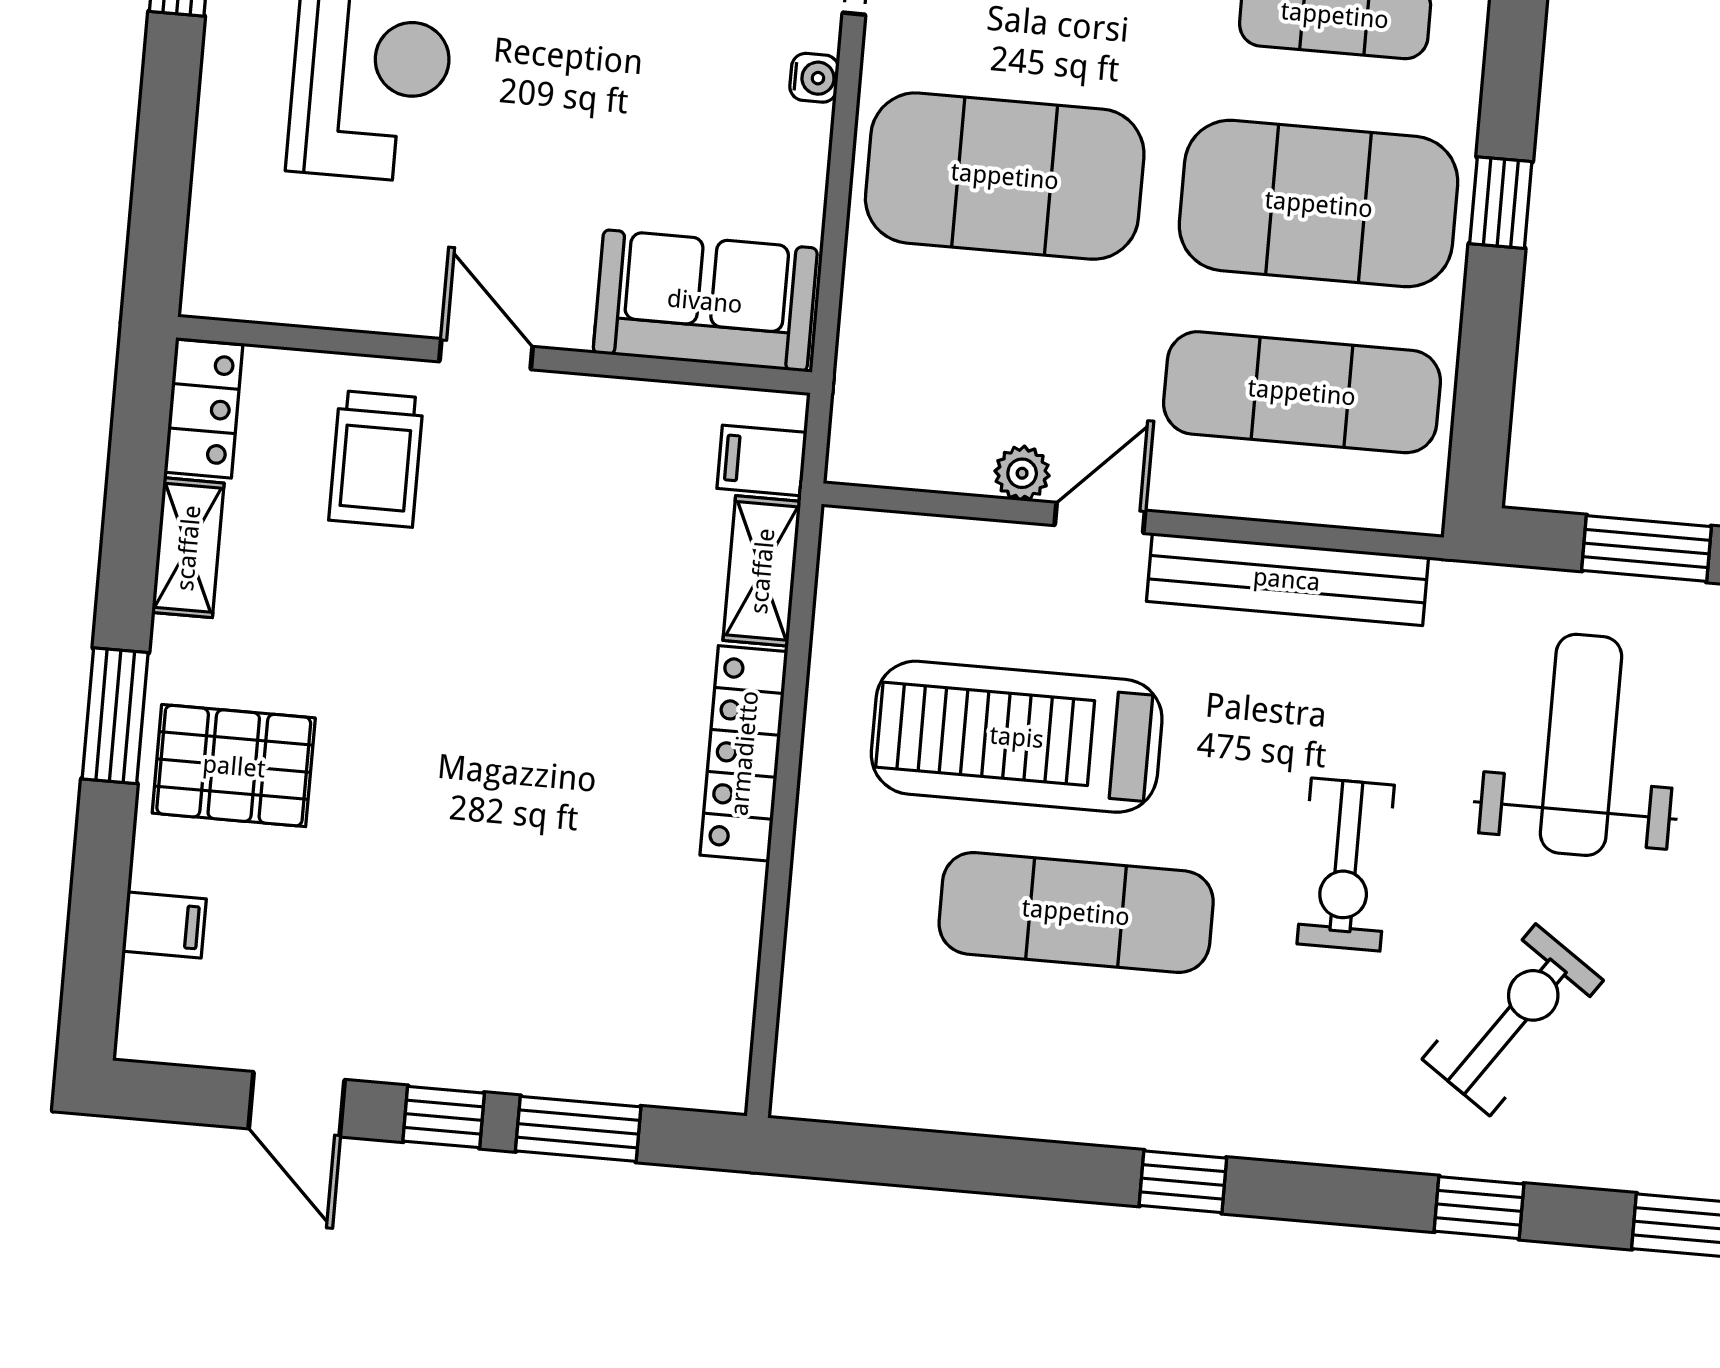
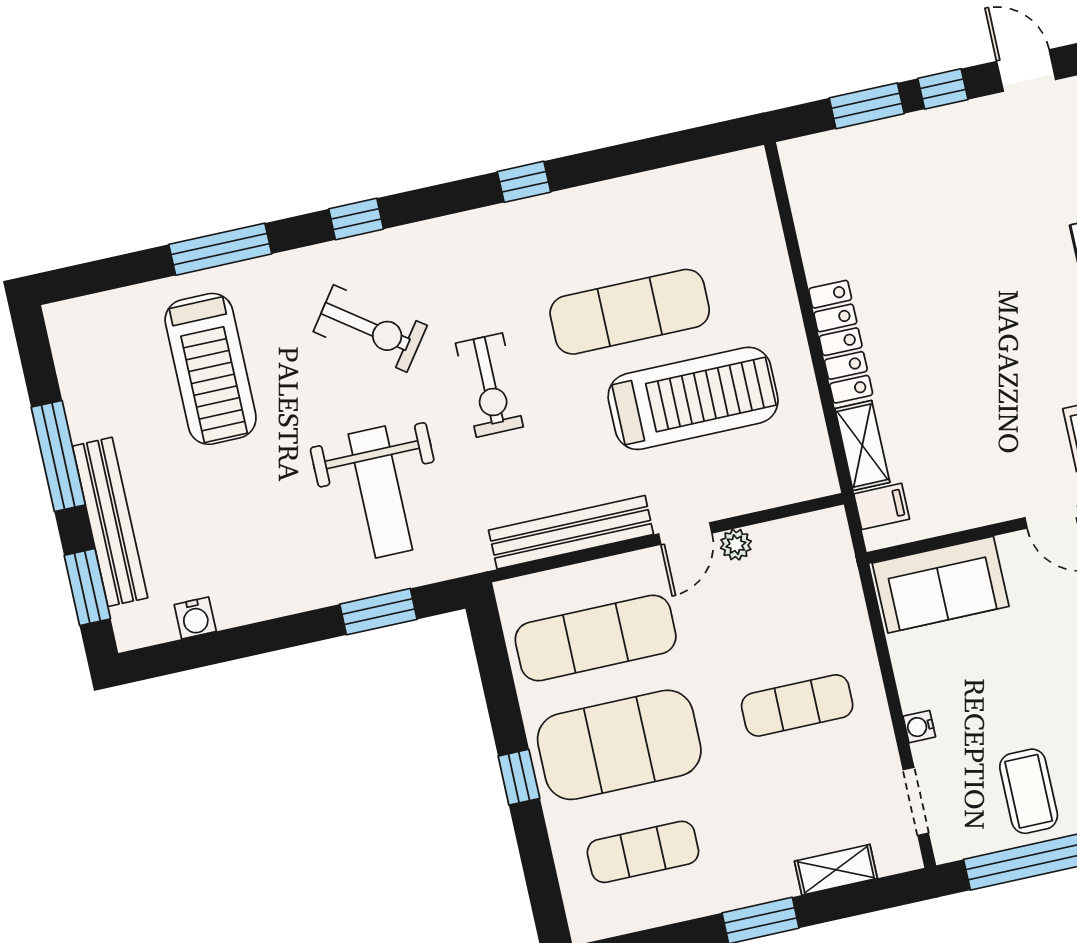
exercise mat: (1005, 176) -> (797, 705), width x0.50, depth x0.69
exercise bike: (1346, 865) -> (489, 385), turned 180
exercise bike: (1513, 1020) -> (370, 328), turned -89

